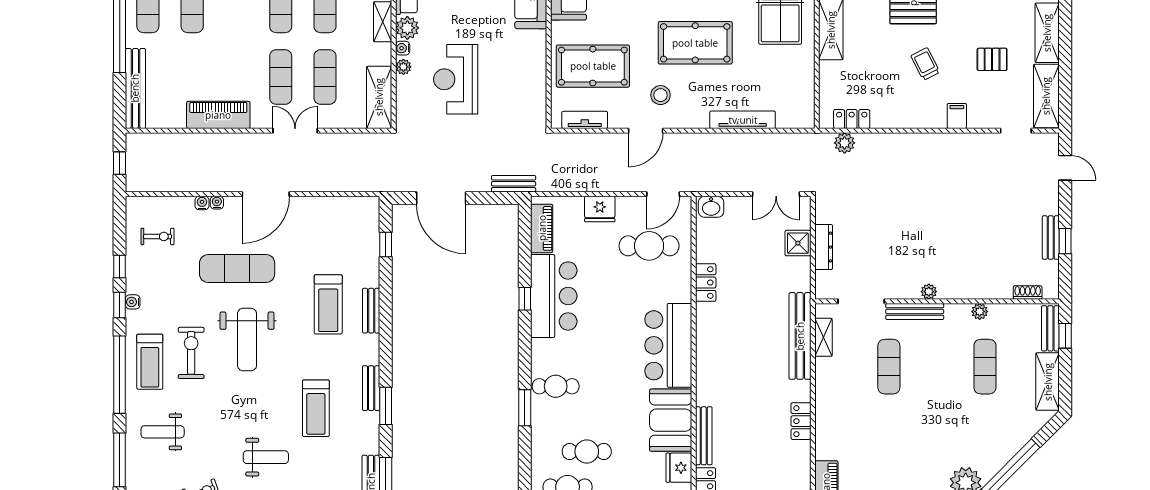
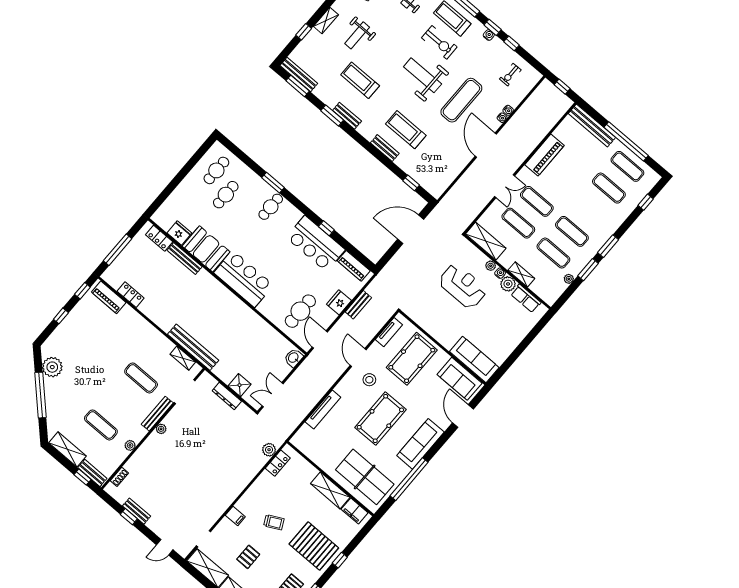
bench: (514, 184) -> (358, 305), moved
locker: (706, 283) -> (259, 323), removed
locker: (801, 421) -> (131, 295), moved

